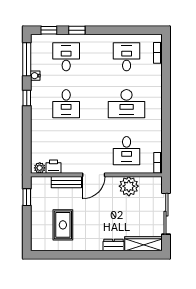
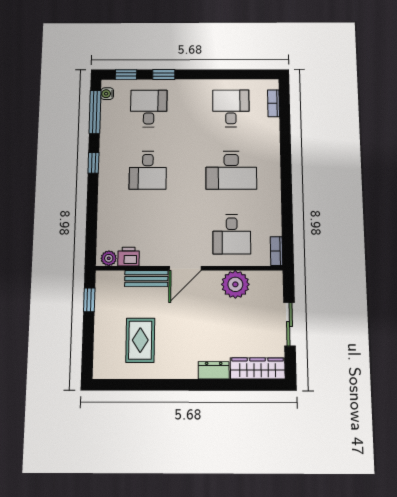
water cooler: (35, 76) -> (107, 94), moved
sliding door: (166, 214) -> (289, 324), width x0.73

